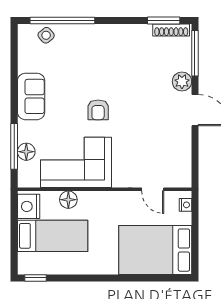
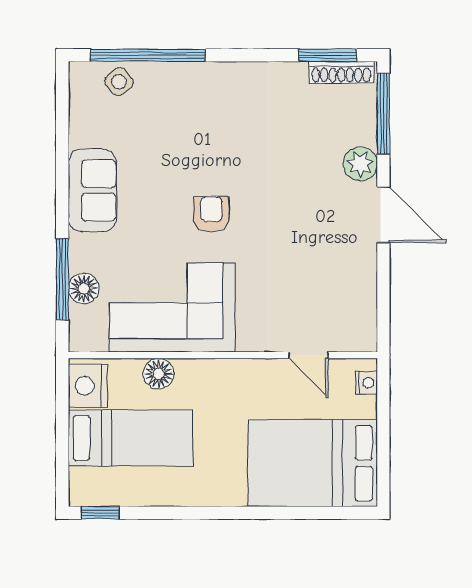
armchair: (98, 110) -> (211, 214), turned 180

